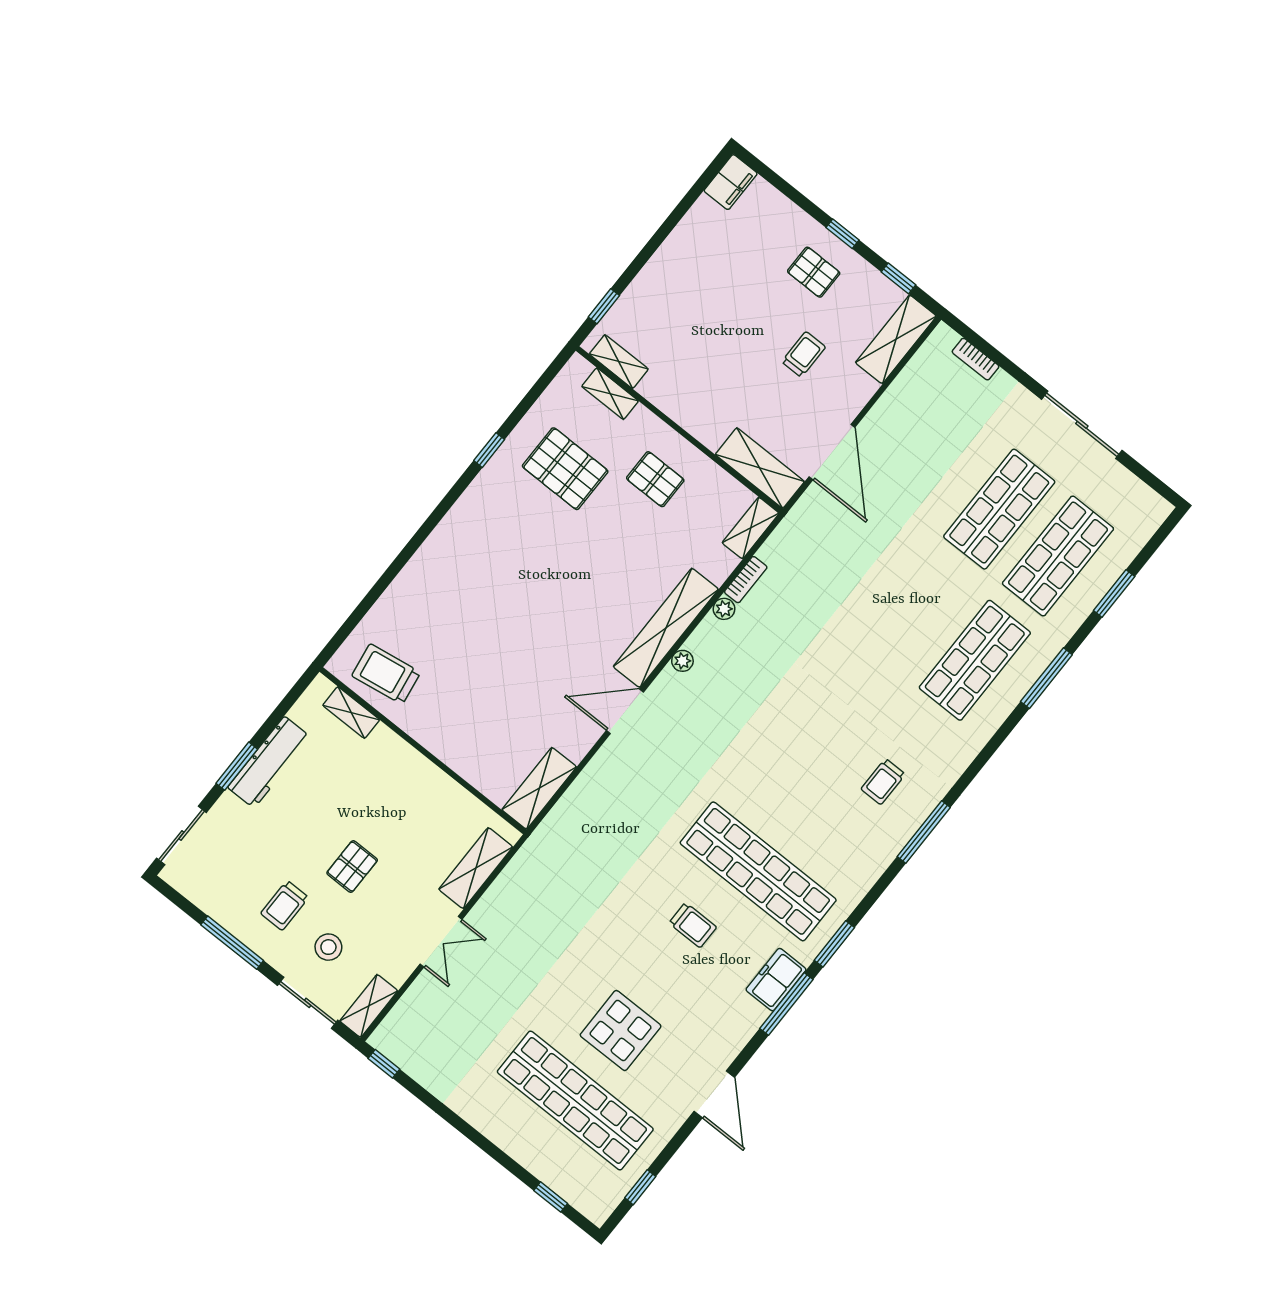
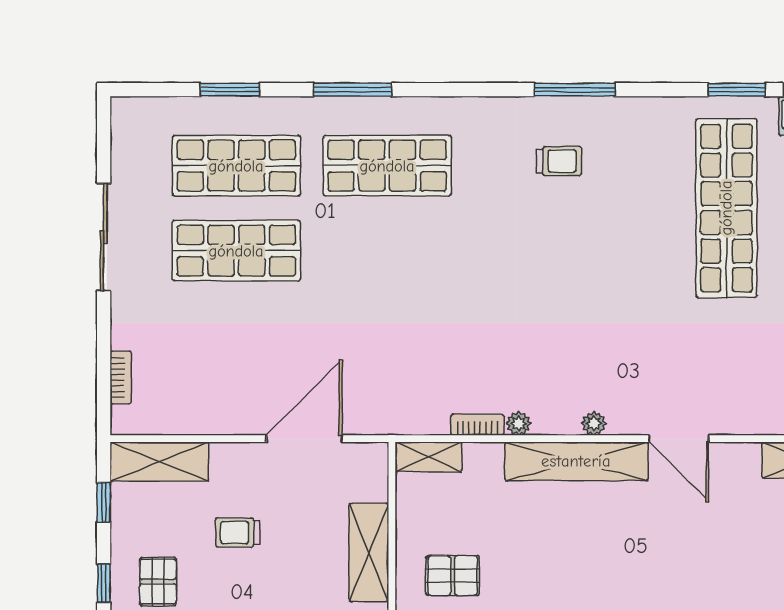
shelving: (760, 468) -> (369, 552), moved
pallet: (655, 479) -> (453, 576), turned 90

